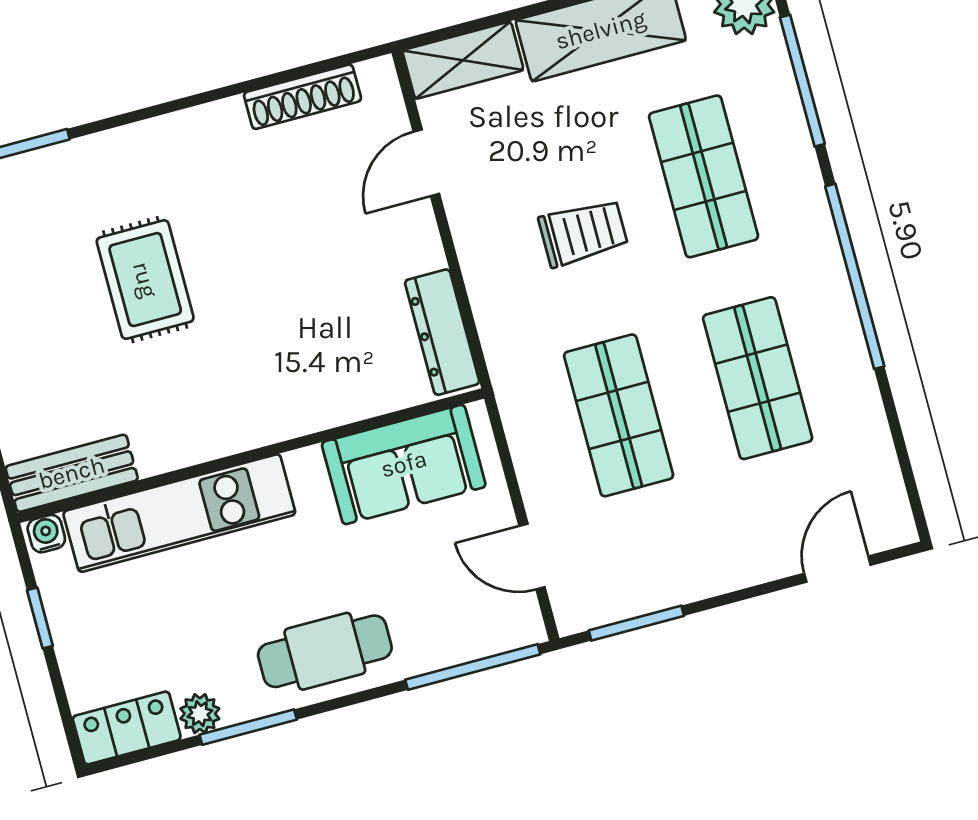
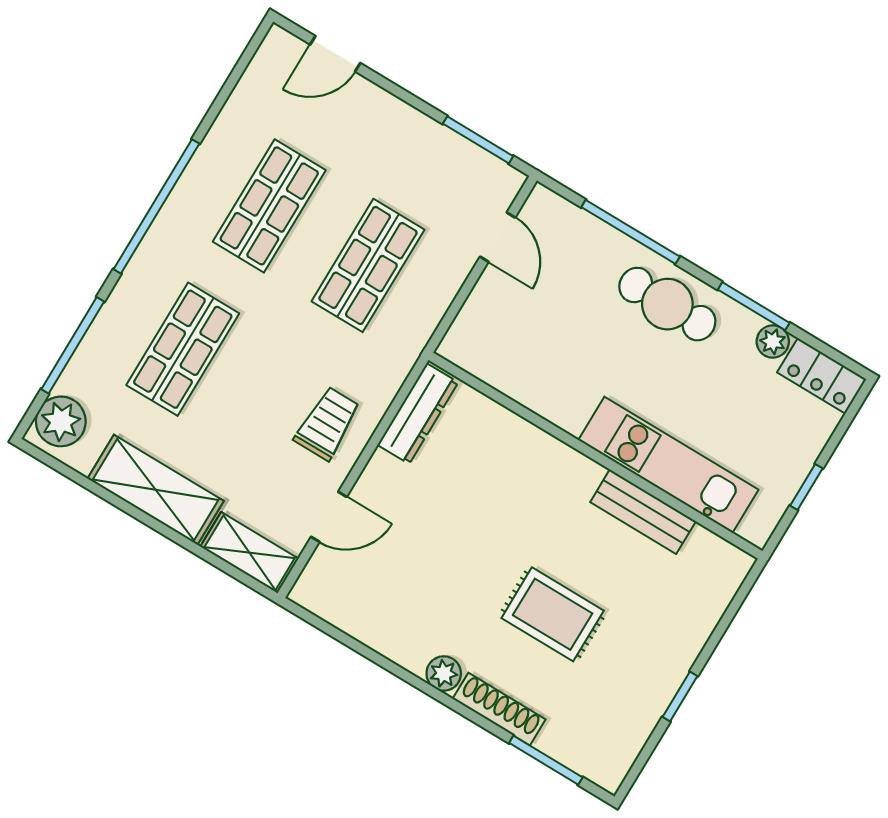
shoe rack: (303, 97) -> (499, 709), moved
plant: (186, 130) -> (444, 673), added
trolley: (583, 233) -> (327, 423), moved, turned 90
rug: (145, 280) -> (553, 614), turned 90
sofa: (404, 464) -> (516, 362), removed
bench: (72, 473) -> (643, 512), moved
water cooler: (46, 534) -> (754, 530), removed
window: (473, 667) -> (631, 232), moved

